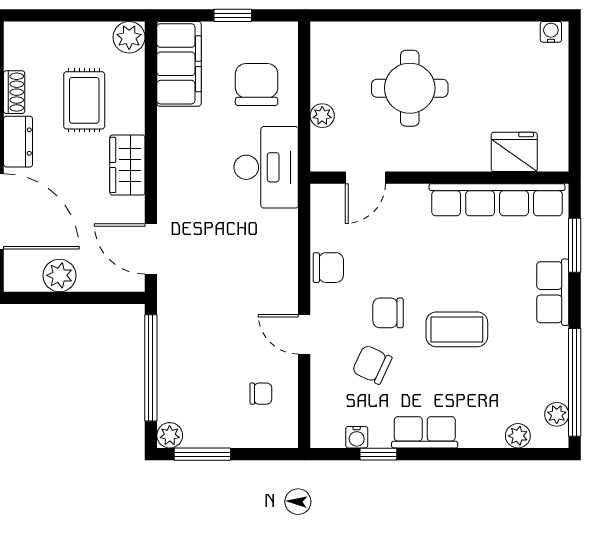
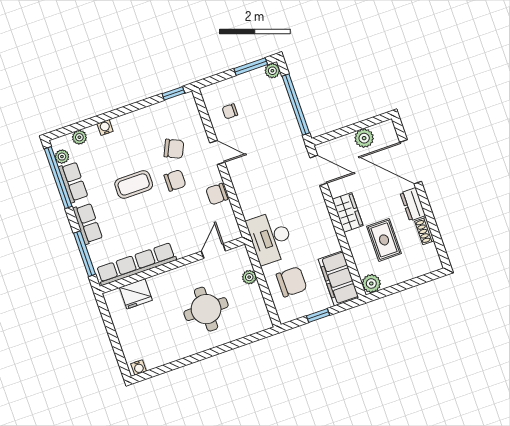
chair: (257, 85) -> (292, 282), turned -90
window: (575, 245) -> (84, 254), width x1.44
row of seats: (425, 432) -> (73, 182), moved, turned -90
water cooler: (357, 437) -> (105, 127), moved
window: (378, 454) -> (173, 93), moved

